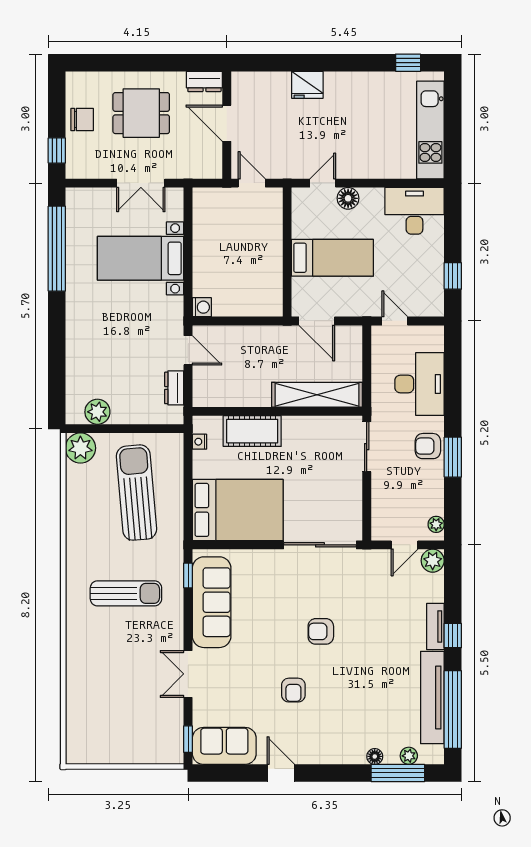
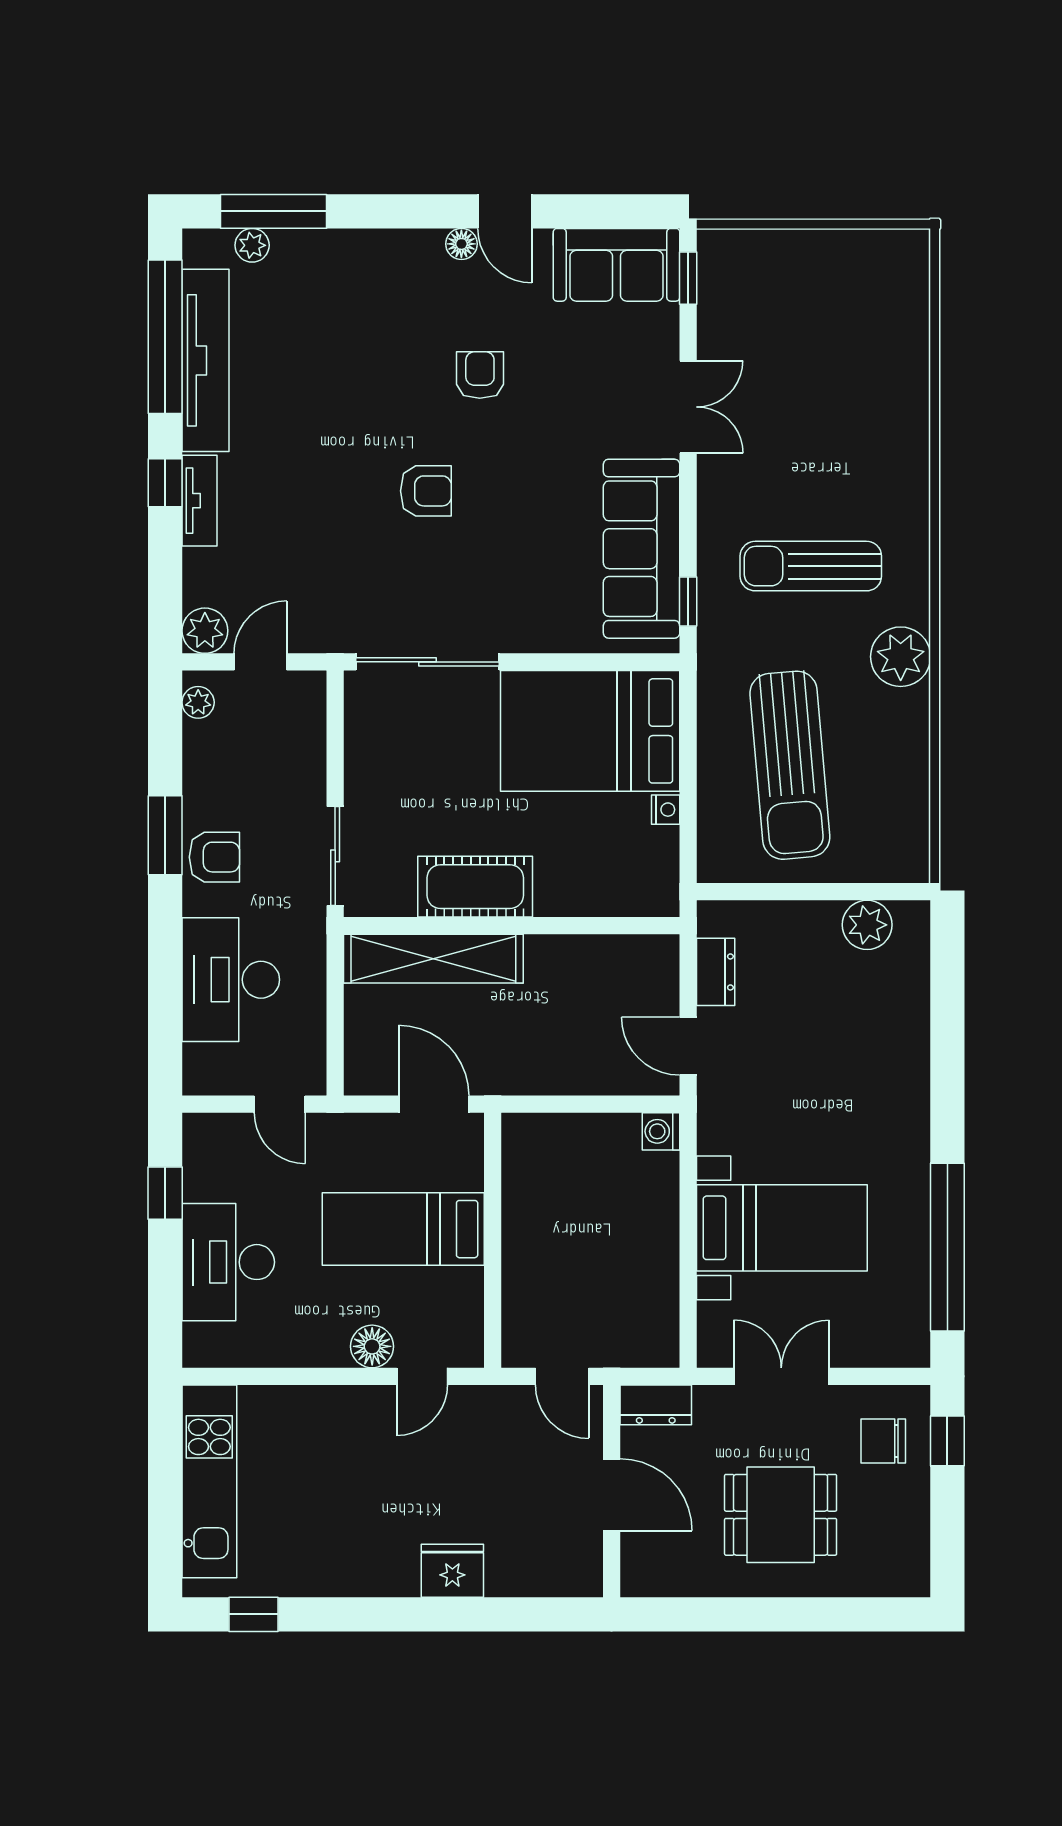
dresser: (204, 81) -> (656, 1405), moved, turned 180
chair: (82, 119) -> (883, 1441), moved
desk: (414, 211) -> (228, 1262), moved, turned 90
cot: (252, 431) -> (475, 887), moved
nightstand: (199, 442) -> (666, 810), moved
plant: (80, 448) -> (901, 657), moved
floor lamp: (375, 756) -> (461, 244), moved

